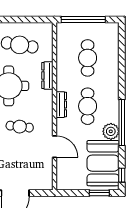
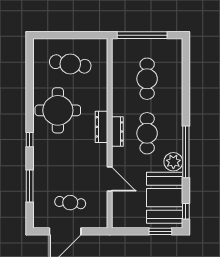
dresser: (47, 75) -> (101, 127), moved
cafe table: (20, 127) -> (70, 203), moved

